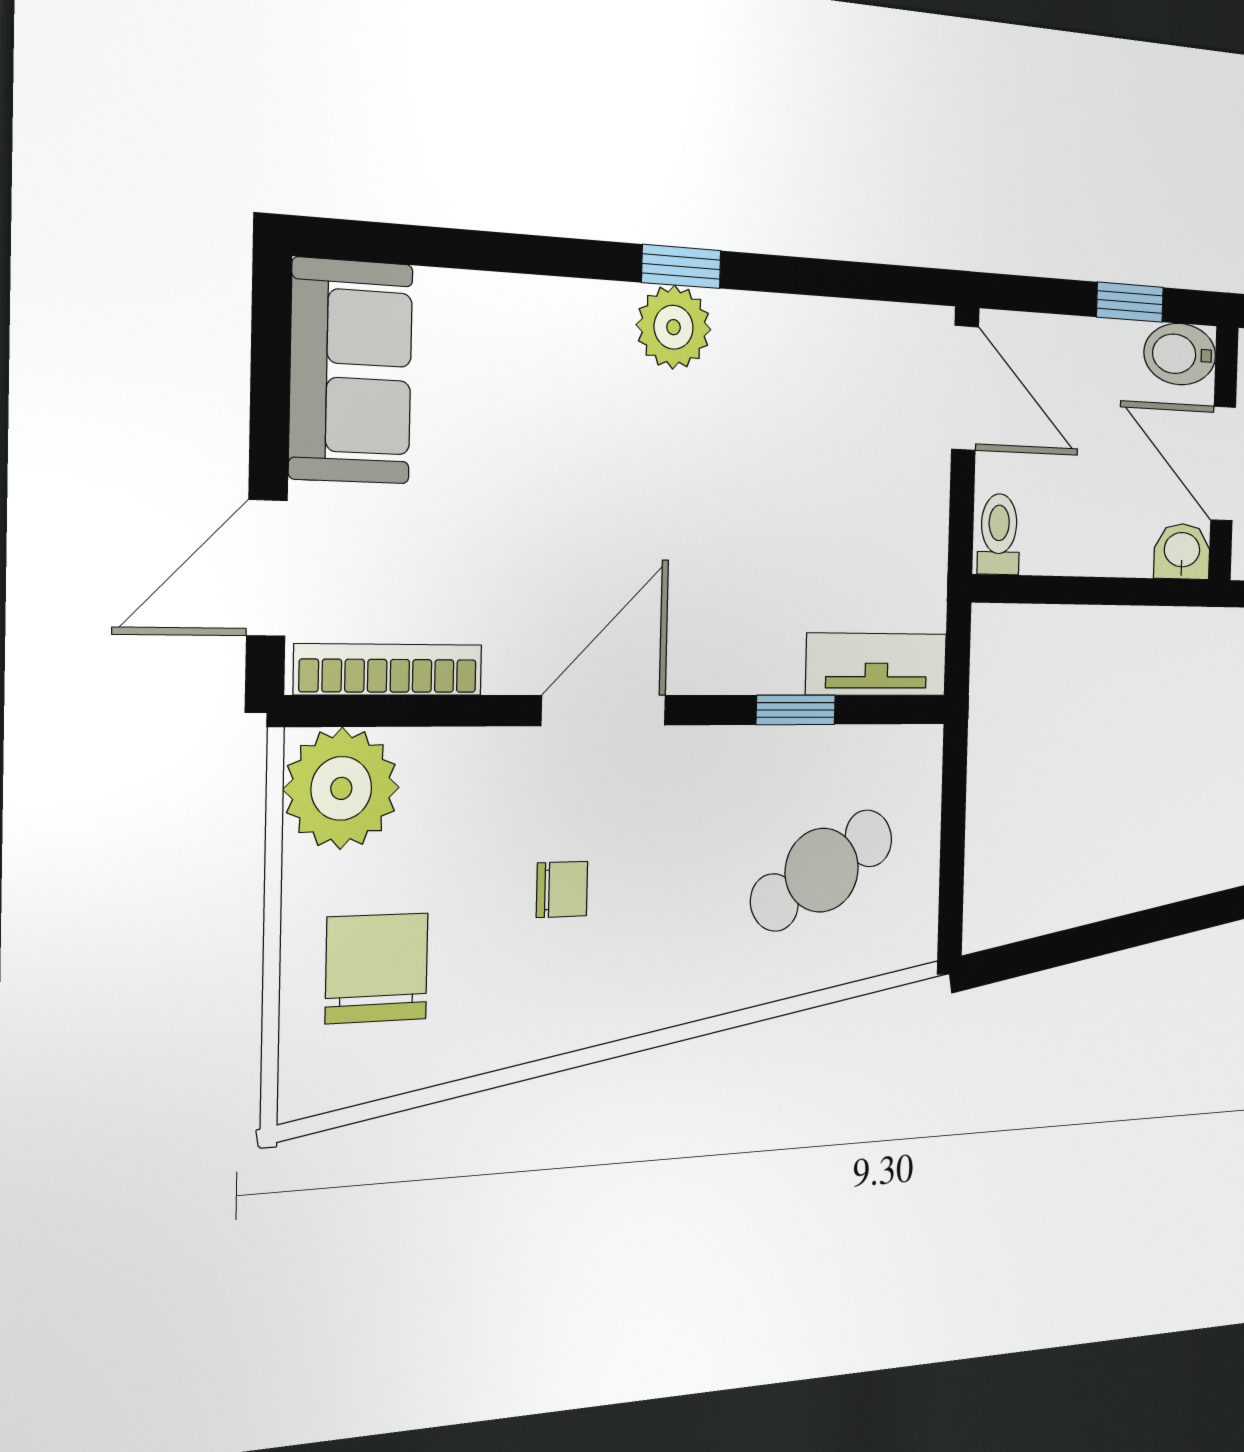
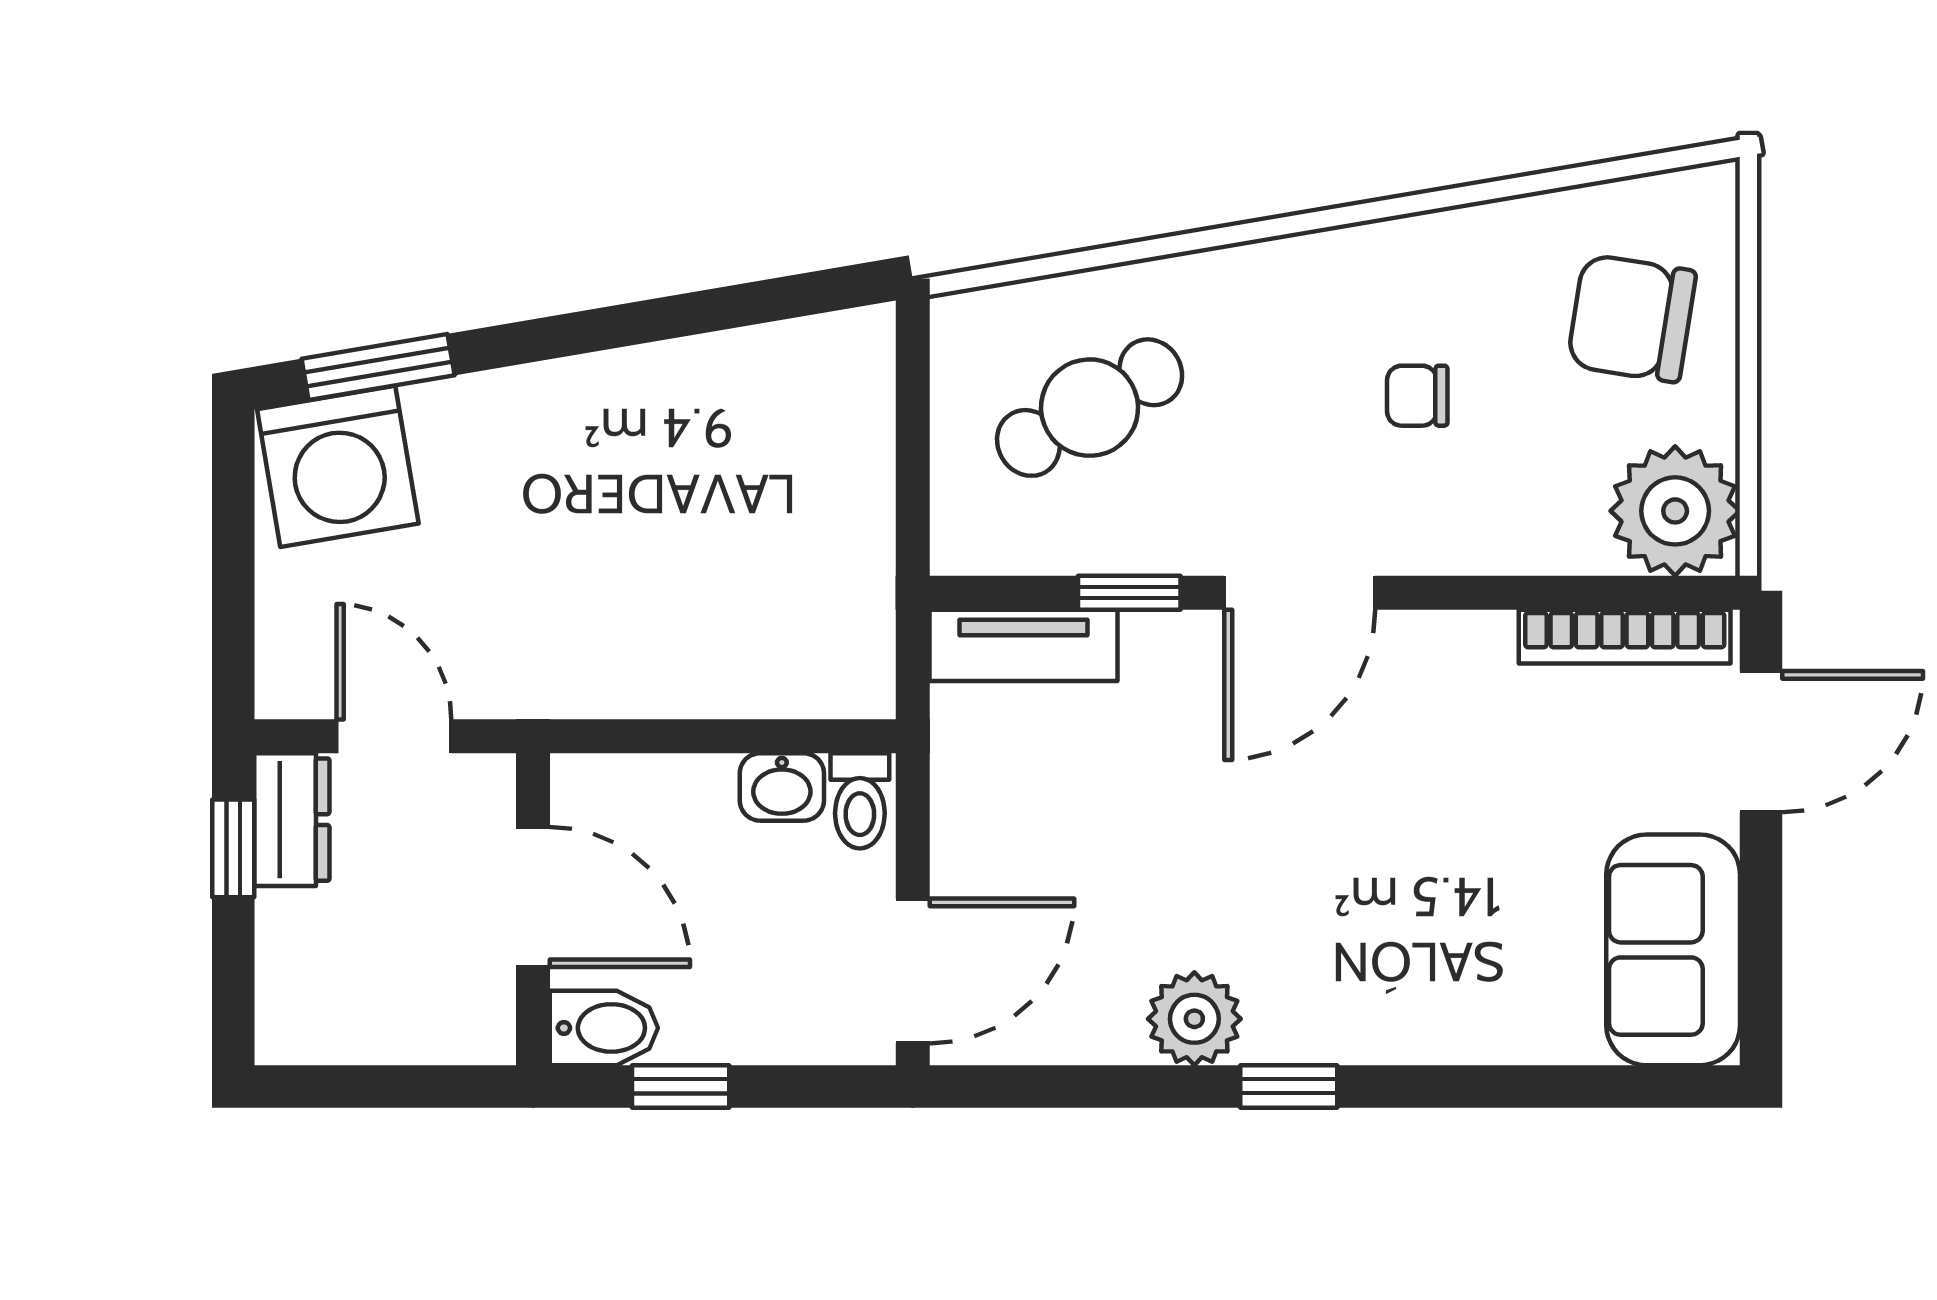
plant: (674, 327) -> (1194, 1019), moved
door: (965, 388) -> (913, 971), swing flipped
washbasin: (1182, 551) -> (782, 787), moved
door: (604, 710) -> (1300, 593), moved
chair: (377, 968) -> (1632, 318), turned 99

